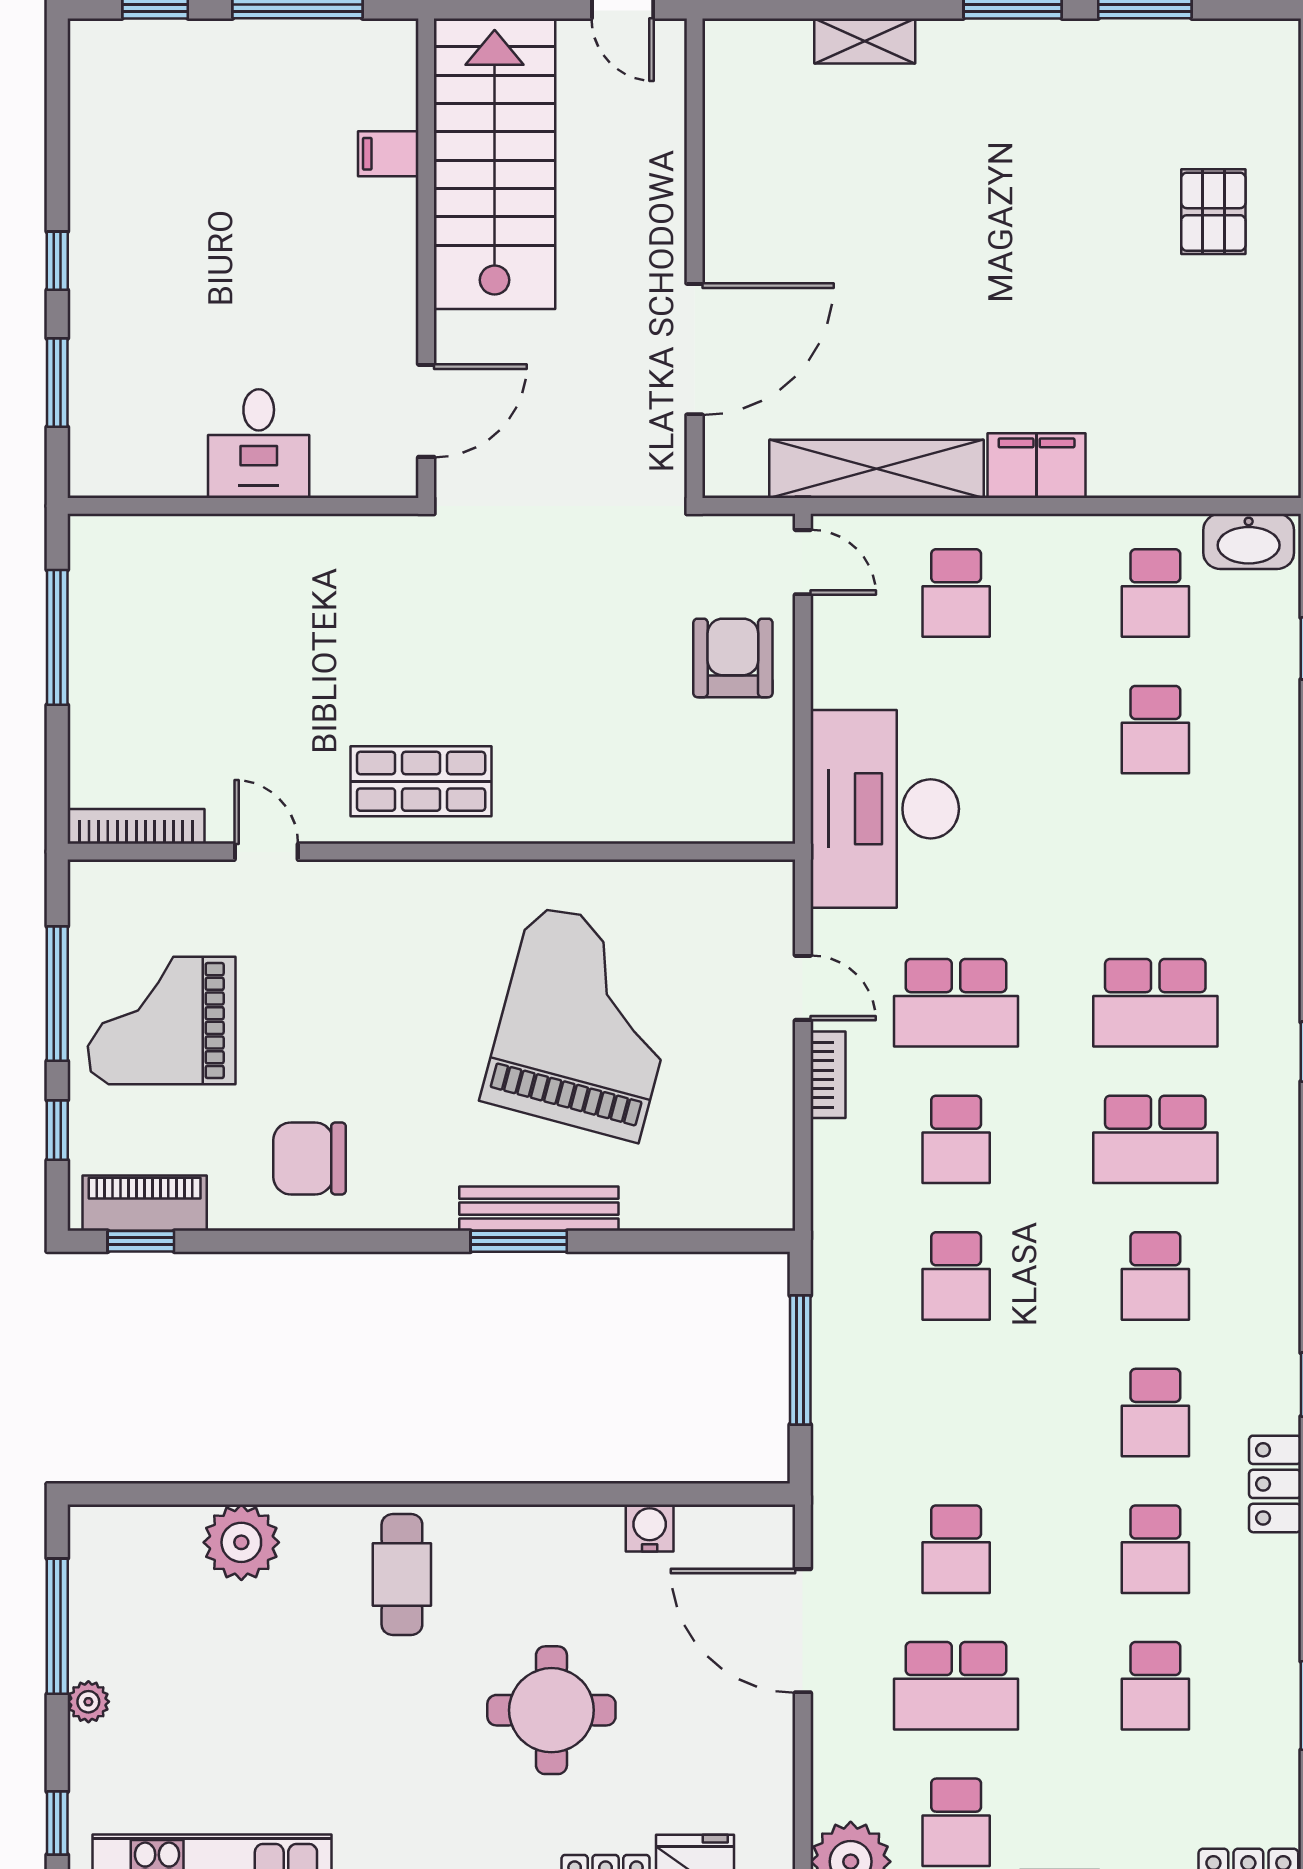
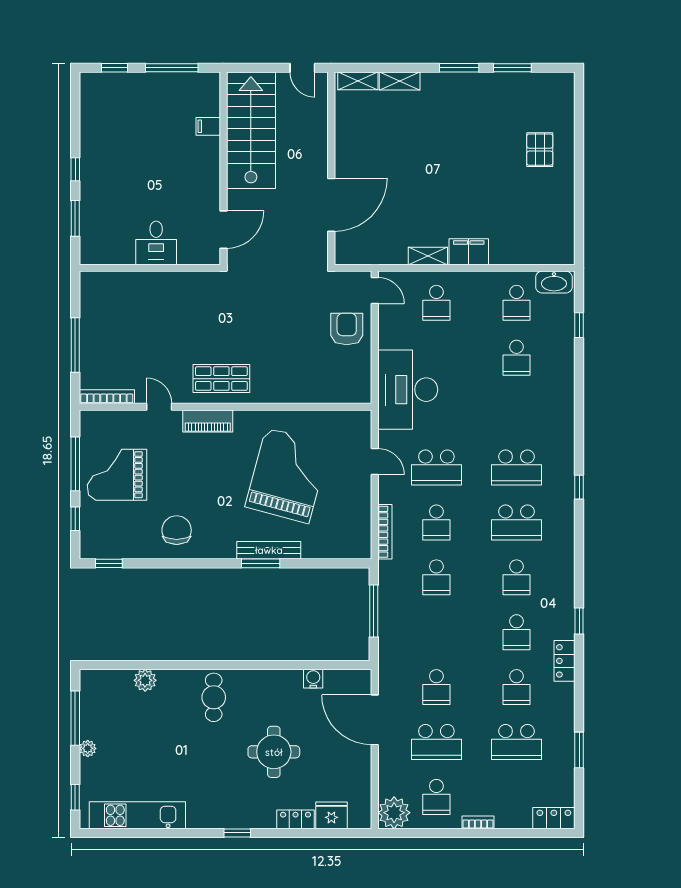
shelving: (761, 41) -> (358, 81), added
shelving: (876, 469) -> (428, 256), width x0.45, depth x0.75
window: (57, 637) -> (75, 345), moved
bookcase: (828, 1075) -> (385, 532), moved, width x1.56
chair: (310, 1158) -> (177, 530), turned 90
piano: (145, 1203) -> (208, 421), moved, turned 180
plant: (241, 1542) -> (145, 680), width x0.73, depth x0.73
school desk: (1155, 1686) -> (516, 742), width x1.85

